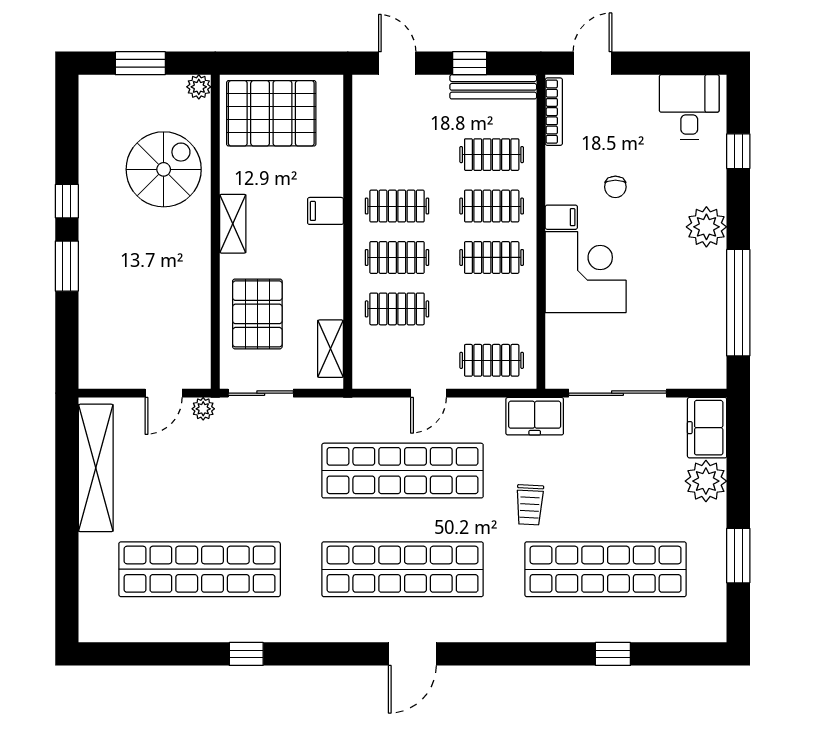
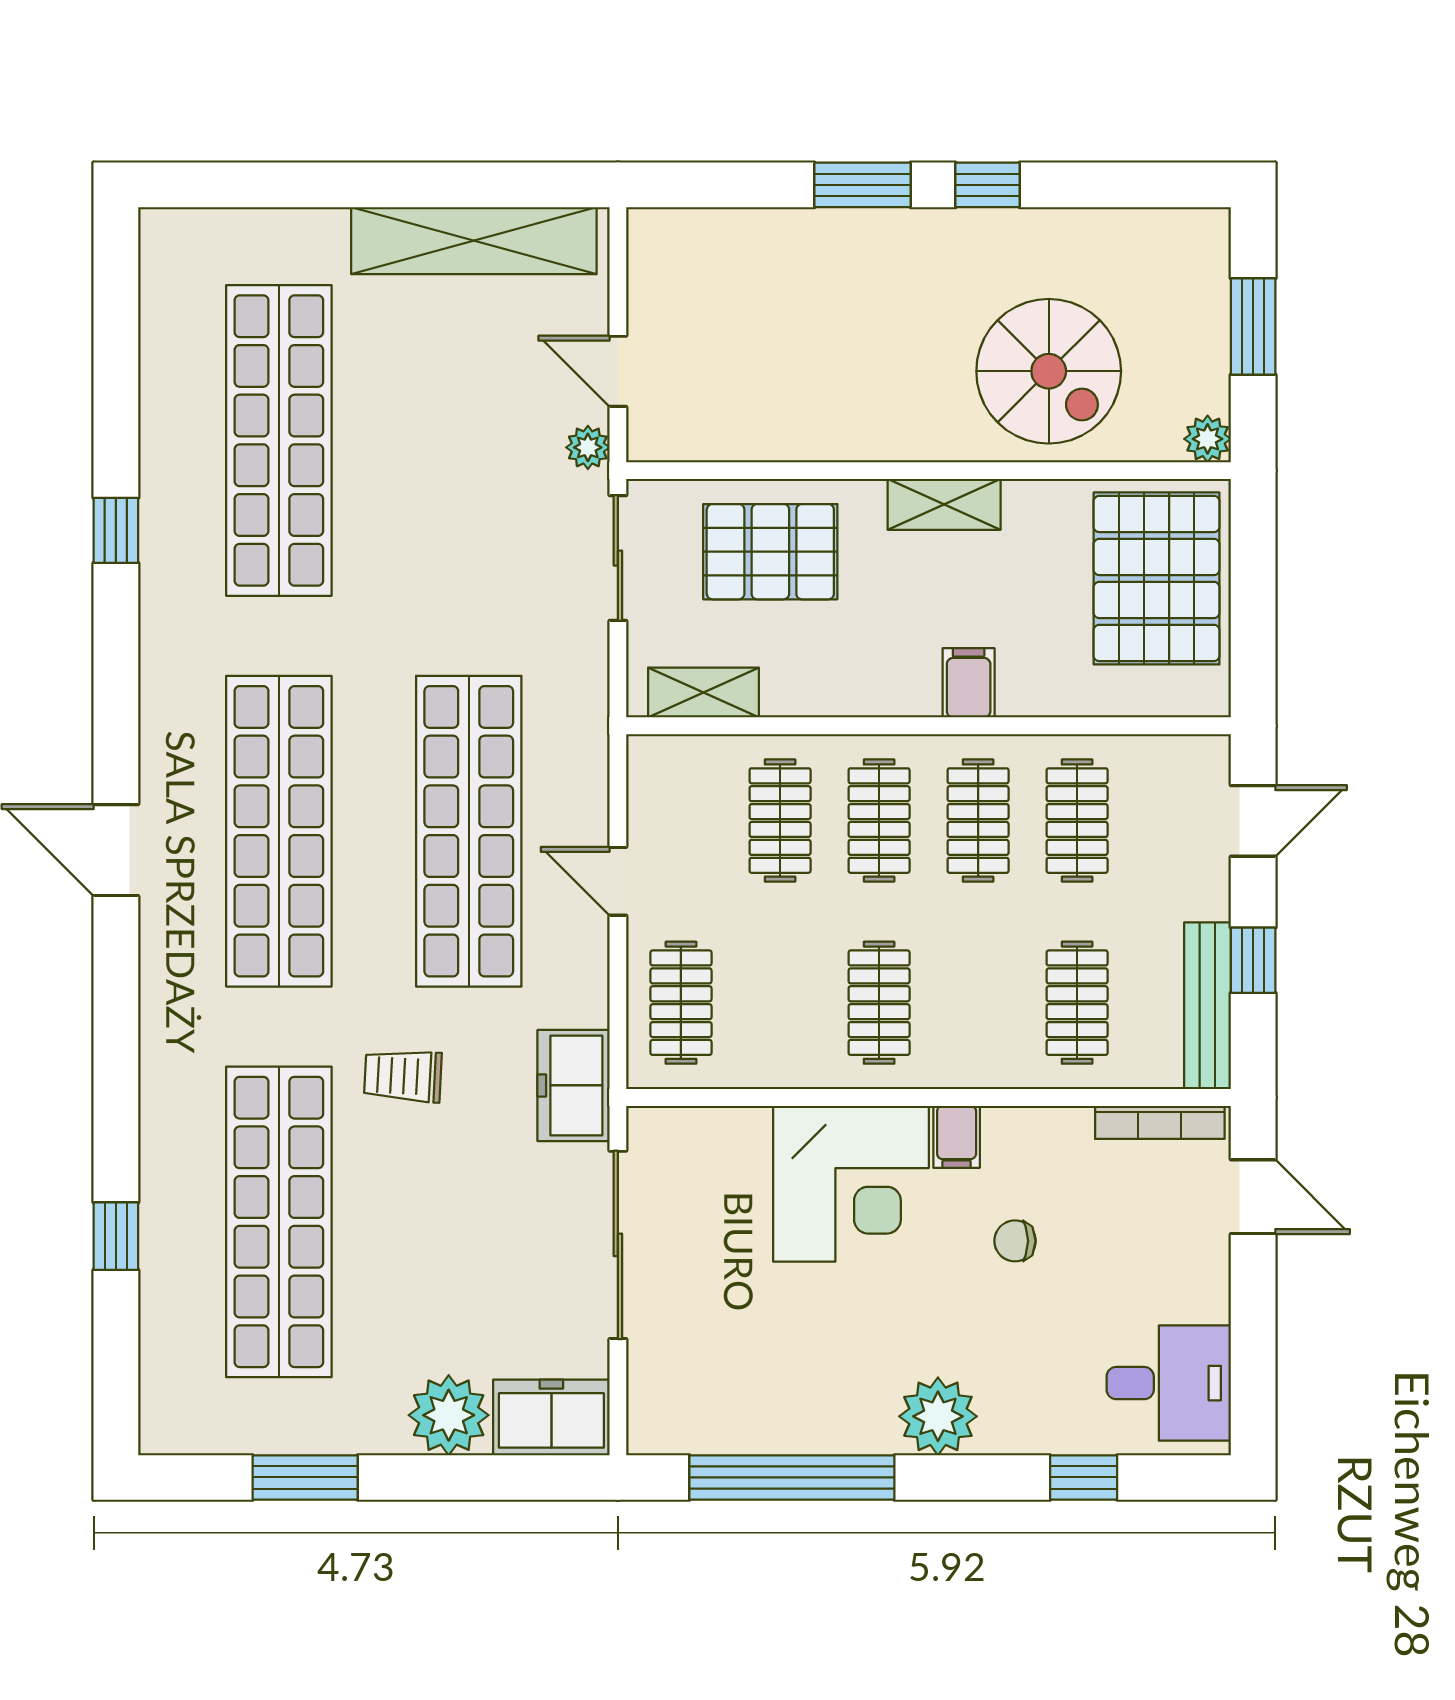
clothes rail: (492, 206) -> (1077, 821), moved

